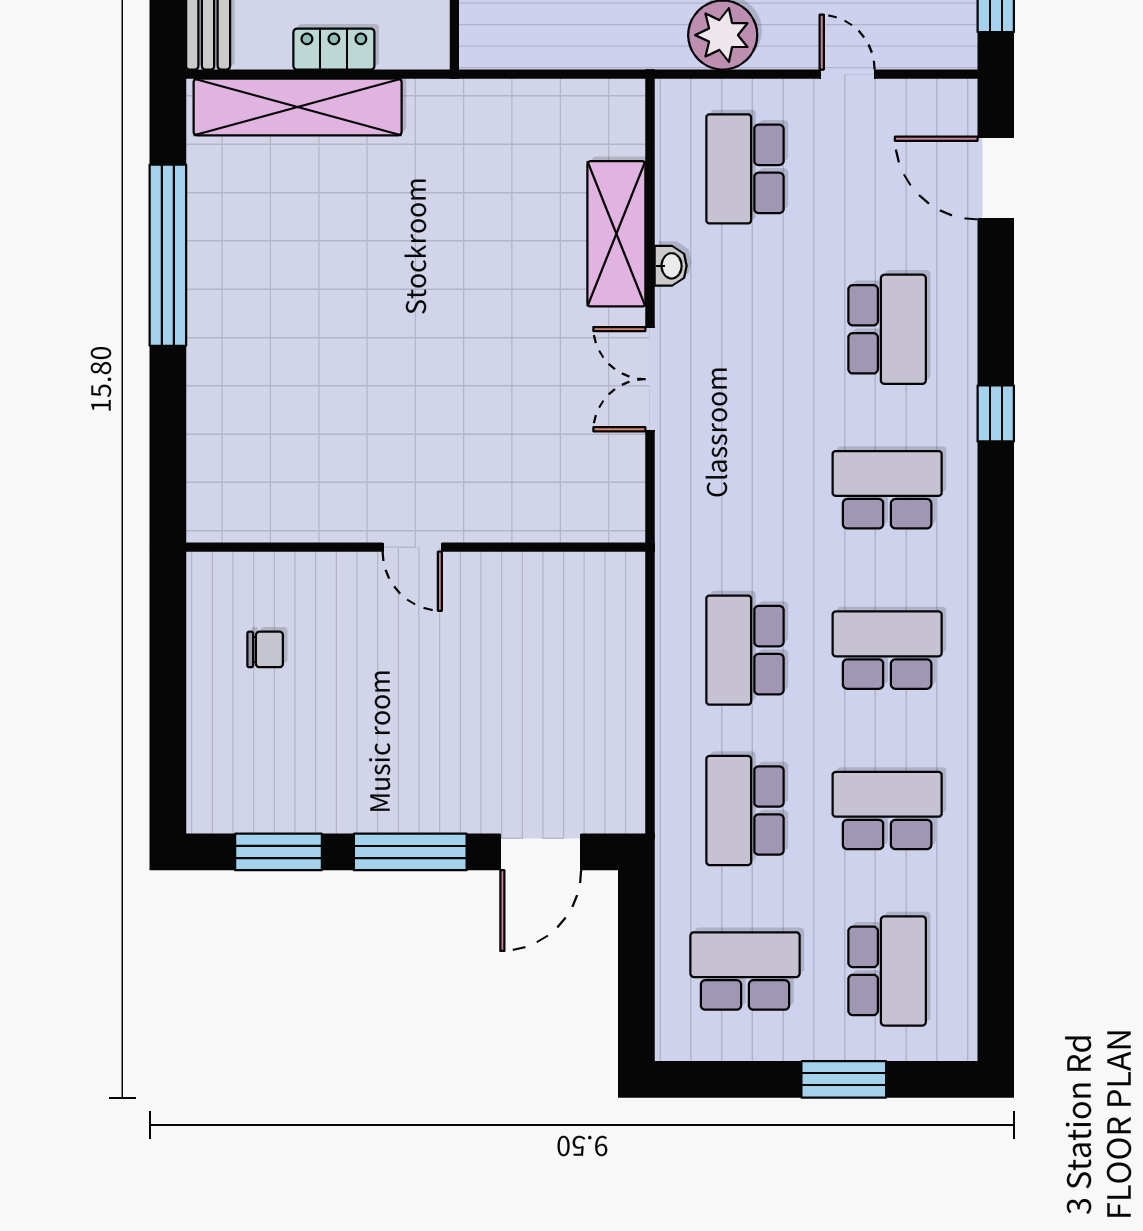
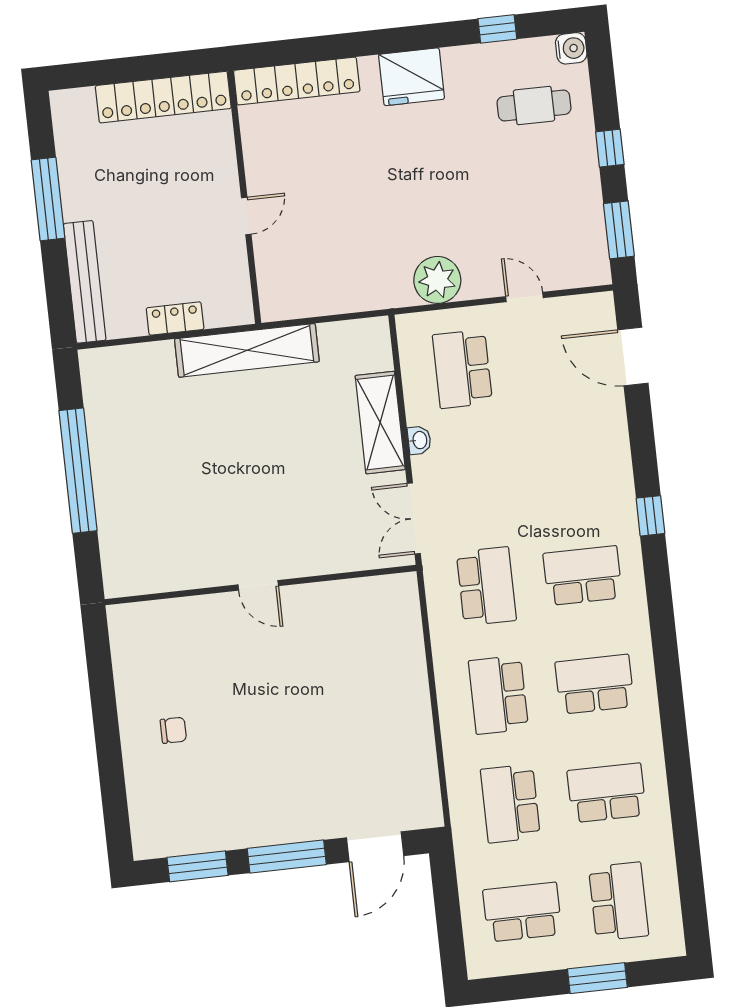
shelving: (298, 107) -> (247, 350), moved
school desk: (887, 329) -> (486, 586), moved
door: (412, 547) -> (258, 585), moved
wall: (416, 547) -> (261, 585), moved

